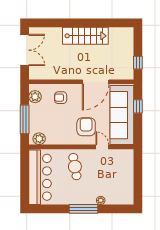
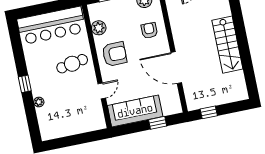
sofa: (122, 115) -> (135, 111), width x0.74, depth x0.79
armchair: (86, 127) -> (114, 54), moved
plant: (39, 139) -> (99, 28), moved
window: (84, 209) -> (25, 84), width x0.46

